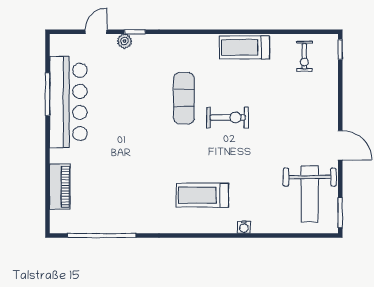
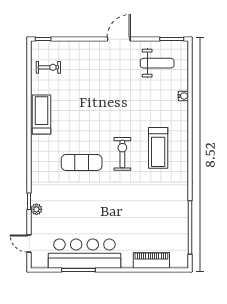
door: (96, 32) -> (29, 244), moved
treadmill: (245, 47) -> (41, 115), turned 180
exercise bike: (228, 117) -> (122, 154), moved
weight bench: (310, 194) -> (157, 63), width x0.73, depth x0.75
water cooler: (244, 227) -> (183, 96), moved

